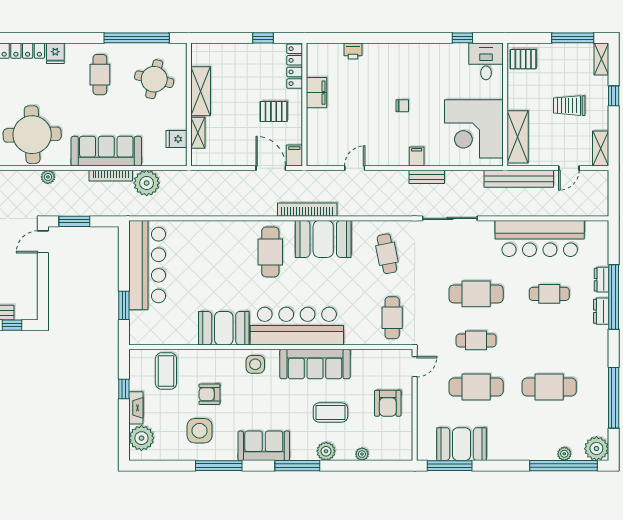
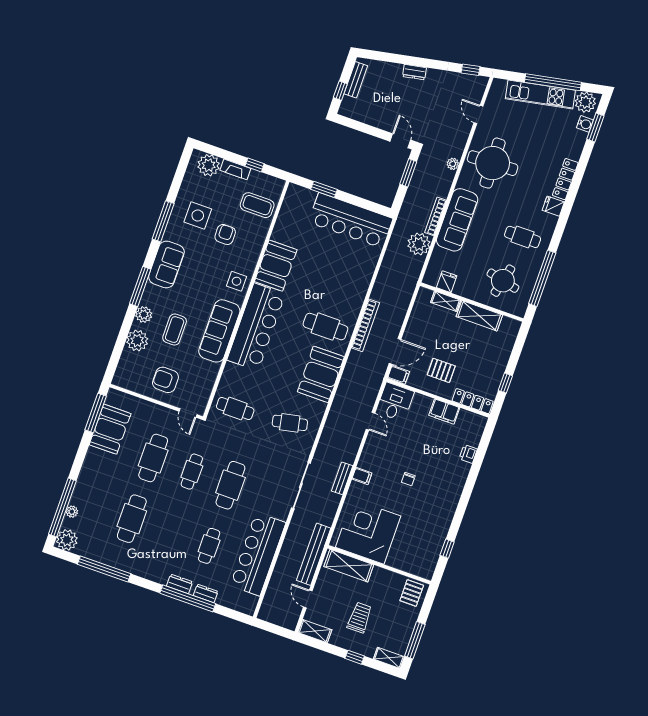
desk: (486, 61) -> (395, 402), moved, turned -90
pallet: (274, 111) -> (441, 370), turned 90
bookcase: (307, 210) -> (365, 325), moved
plant: (362, 454) -> (137, 341), width x1.88, depth x1.88

